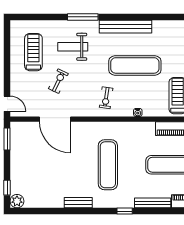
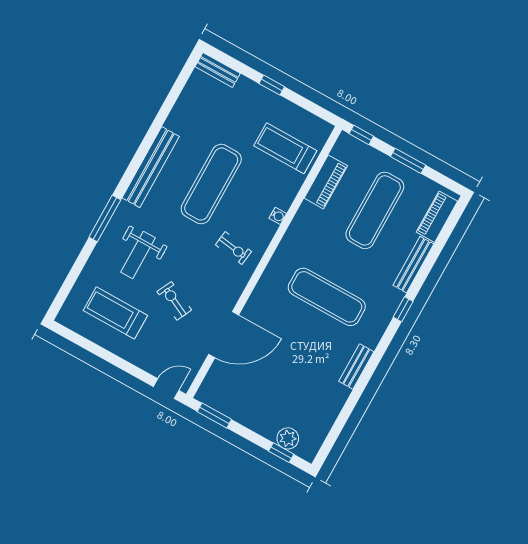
plant: (17, 201) -> (288, 438), moved

